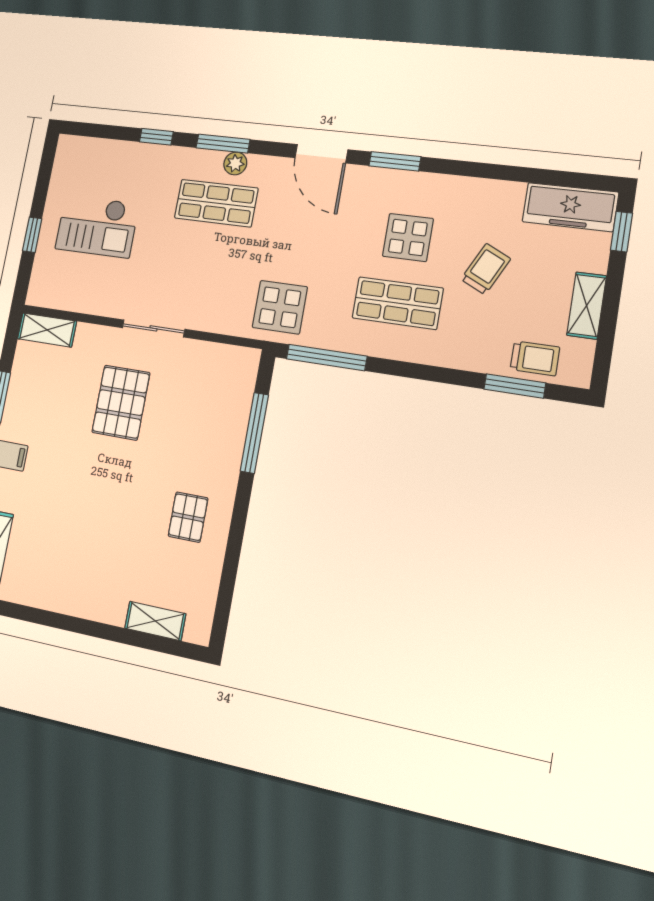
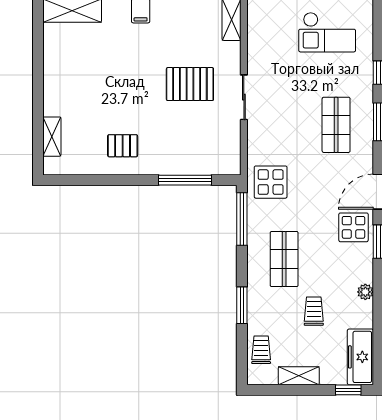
plant: (235, 163) -> (365, 292), moved
checkout: (97, 226) -> (327, 32), moved, turned -90
display table: (408, 237) -> (353, 227), moved
trolley: (486, 269) -> (314, 311), turned -116
trolley: (535, 358) -> (261, 350), turned 180
window: (515, 386) -> (242, 305), moved

